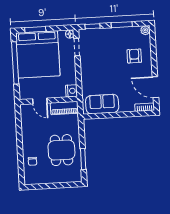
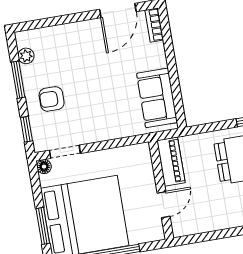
plant: (145, 30) -> (26, 56), moved
armchair: (134, 56) -> (52, 99), moved
nightstand: (71, 91) -> (140, 153), removed

